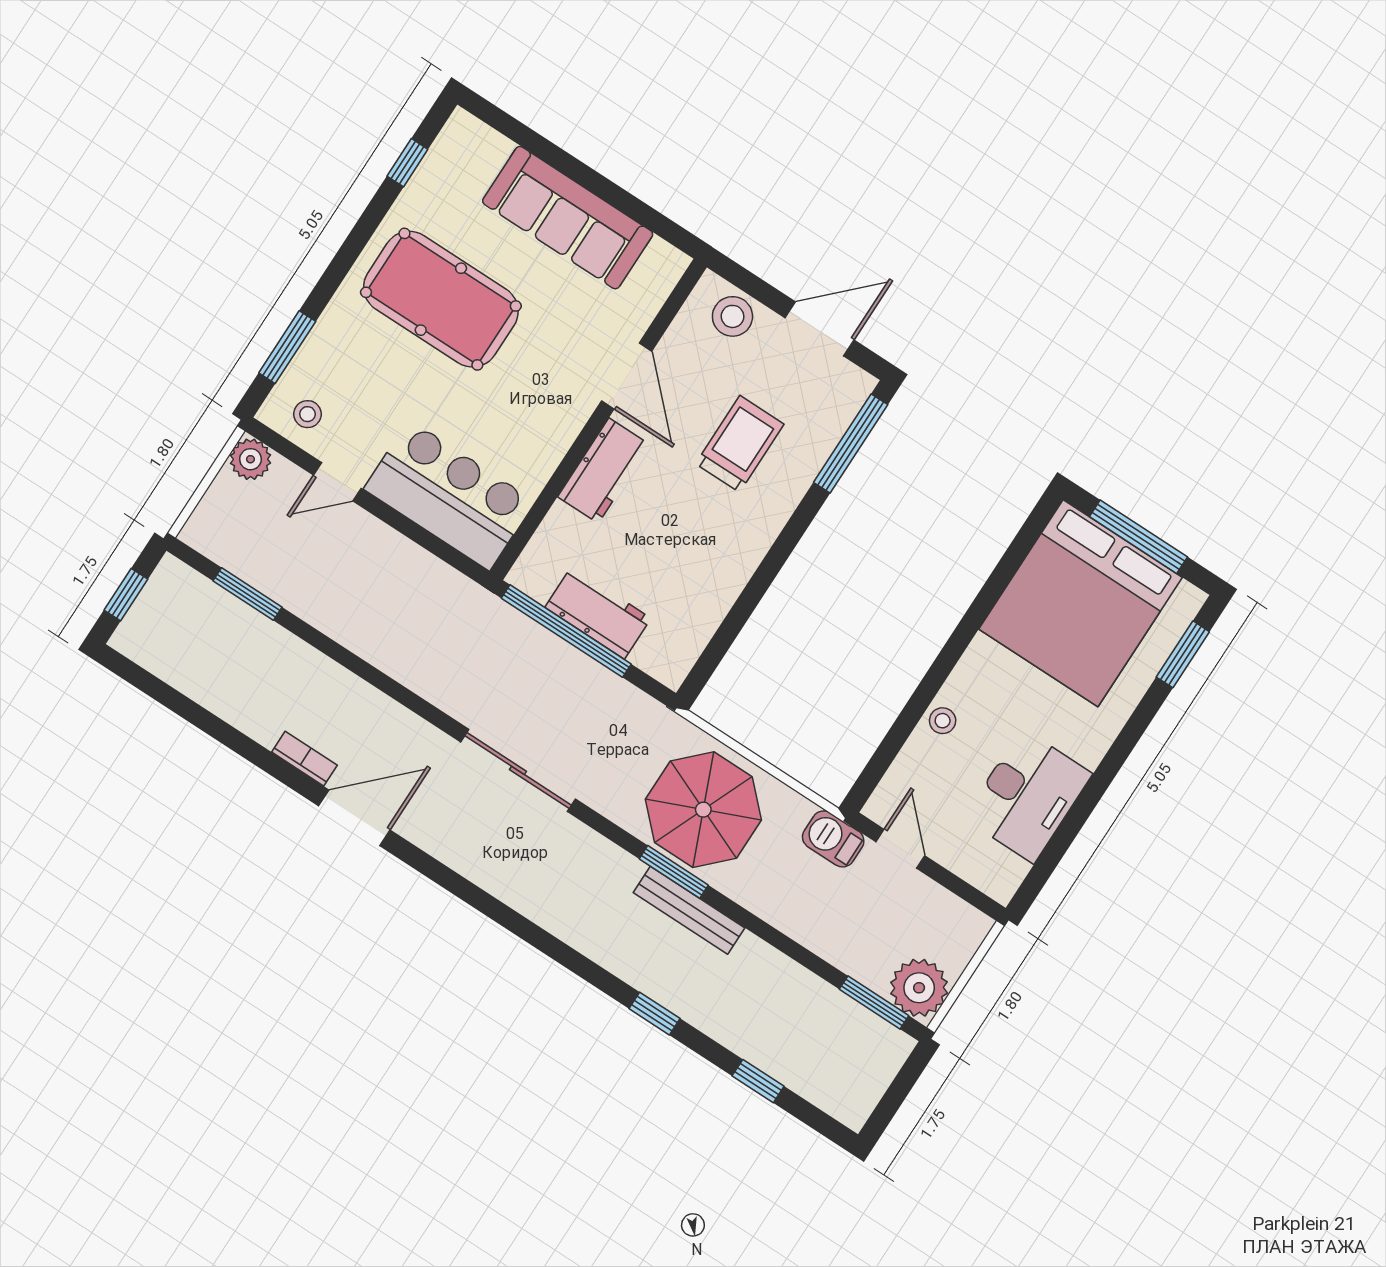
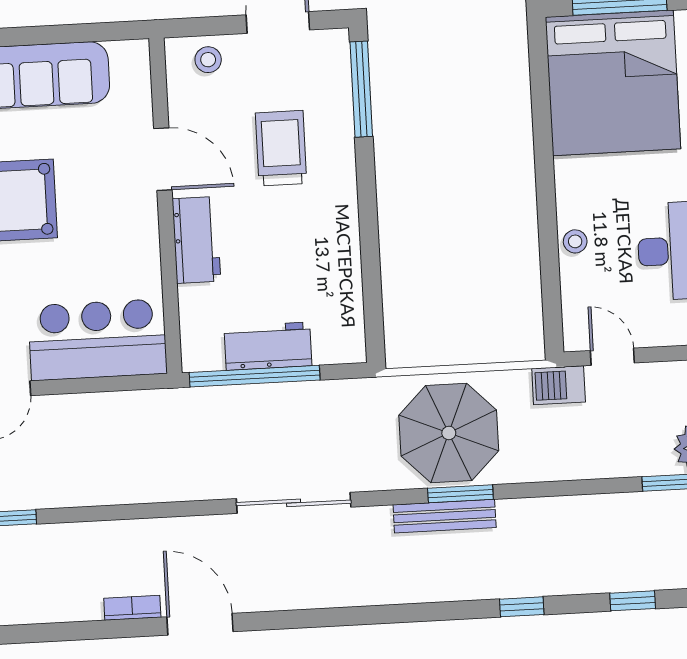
stool: (732, 316) -> (208, 60), width x0.73, depth x0.73
door: (354, 818) -> (200, 624), hinge flipped
bench: (689, 910) -> (445, 516), moved

